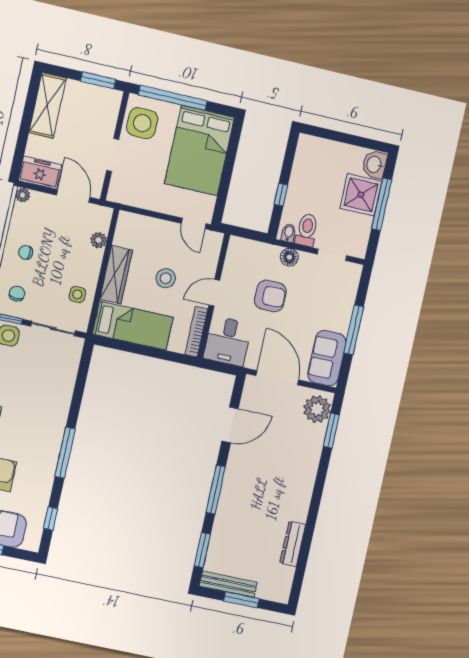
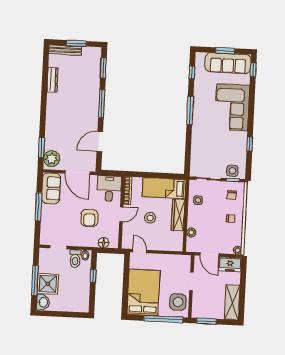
floor lamp: (289, 257) -> (104, 243), moved
armchair: (270, 296) -> (89, 218), turned -90
bench: (228, 584) -> (65, 50), moved

